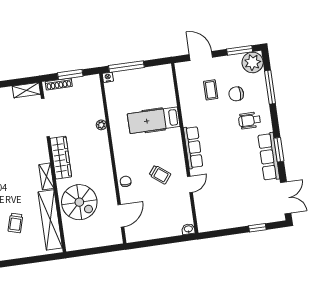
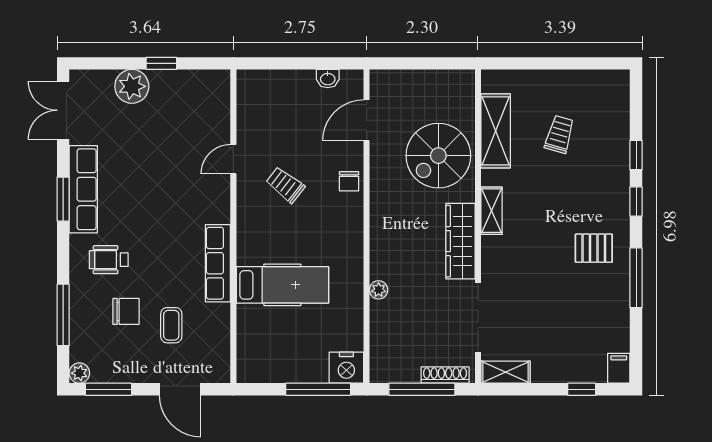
plant: (253, 62) -> (79, 373), width x0.53, depth x0.53
window: (70, 75) -> (422, 389), width x1.44
nightstand: (108, 77) -> (346, 368), width x1.89, depth x1.79
wheelchair: (250, 120) -> (109, 260), turned 180
row of seats: (193, 147) -> (218, 263), moved
spiral stairs: (79, 202) -> (438, 156), turned -90
plant: (250, 216) -> (132, 86), added
shelving: (50, 220) -> (496, 131), width x0.68
window: (257, 228) -> (161, 63), moved
washbasin: (188, 229) -> (328, 79), moved

